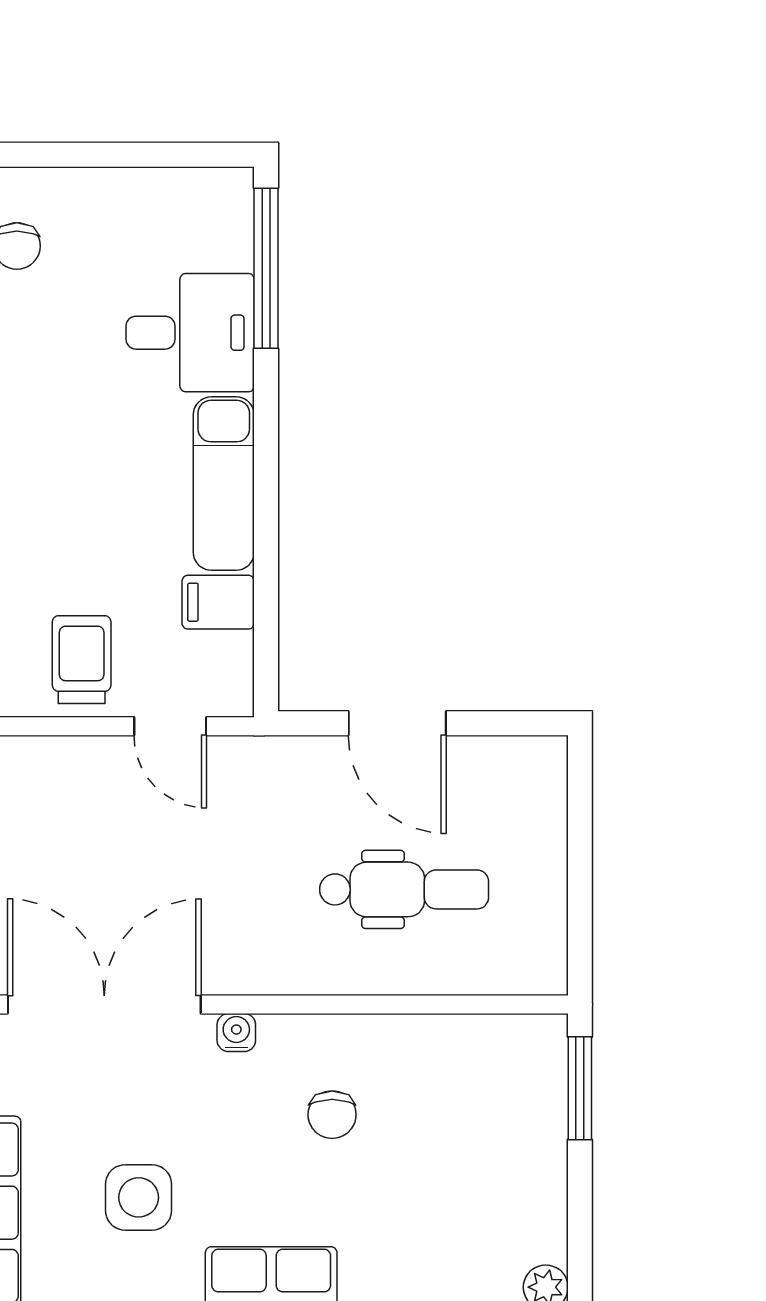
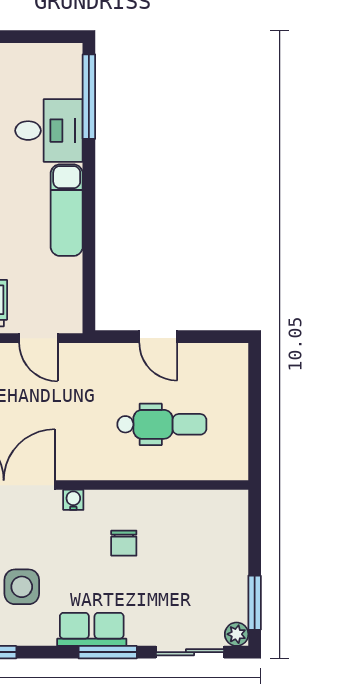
filing cabinet: (218, 602) -> (64, 273), removed
door: (397, 723) -> (158, 337), width x0.73
window: (580, 1088) -> (255, 603), moved

